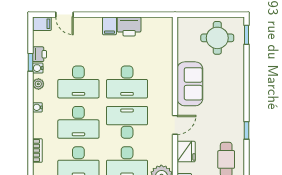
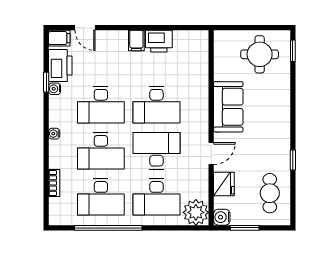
printer: (39, 54) -> (60, 65), width x1.87, depth x1.48
plant: (38, 84) -> (55, 107), removed

